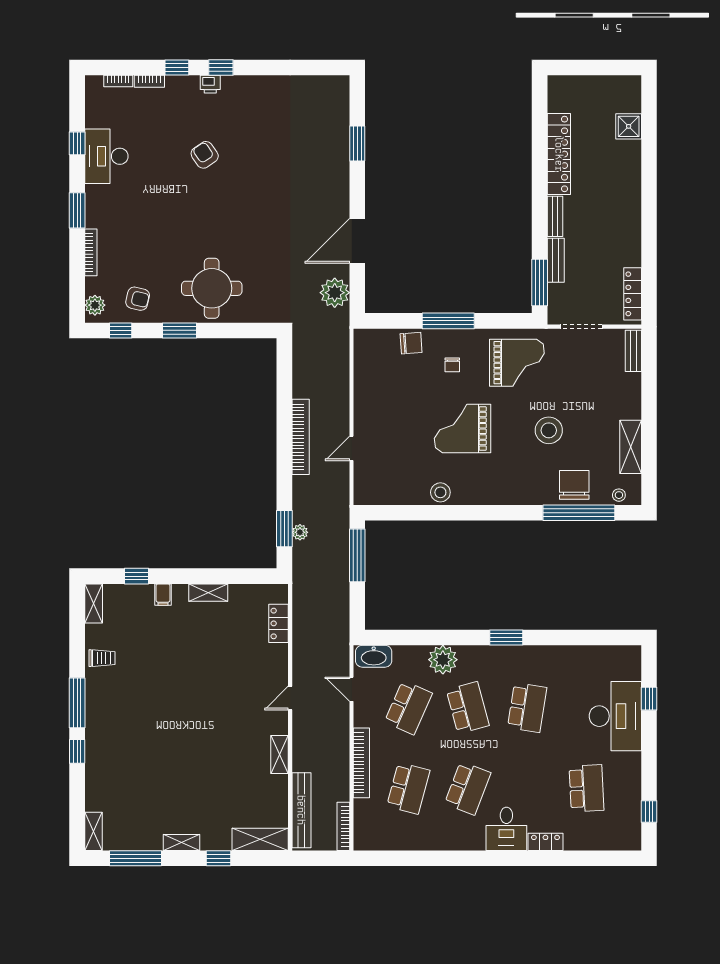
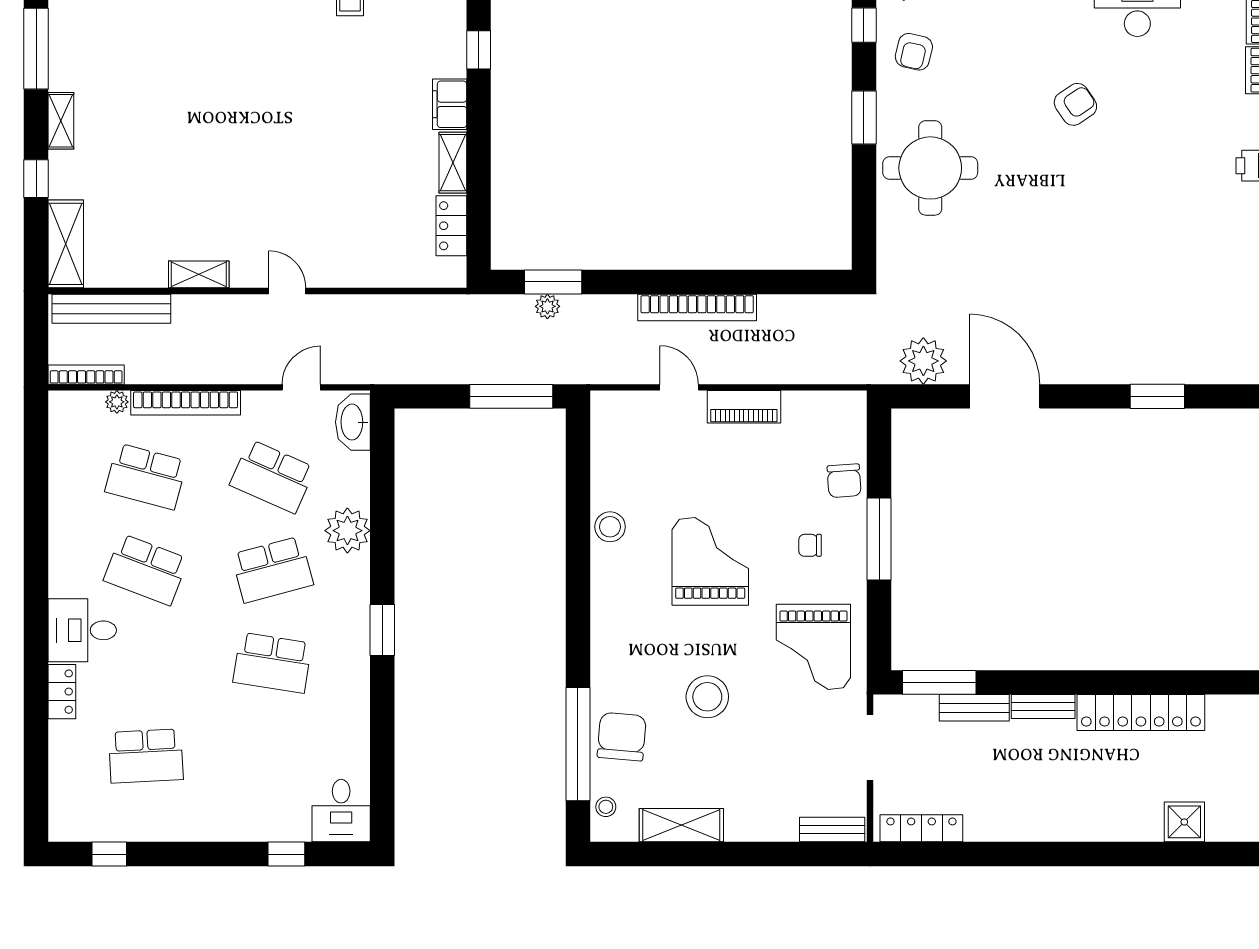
armchair: (205, 155) -> (1075, 104), moved
piano: (364, 407) -> (744, 407), added
chair: (574, 485) -> (622, 737), turned -85
filing cabinet: (163, 595) -> (450, 104), width x2.00
locker: (278, 623) -> (451, 226), moved, turned -90
desk: (615, 716) -> (341, 811), moved, width x0.53, depth x0.77
plant: (361, 807) -> (117, 402), added

